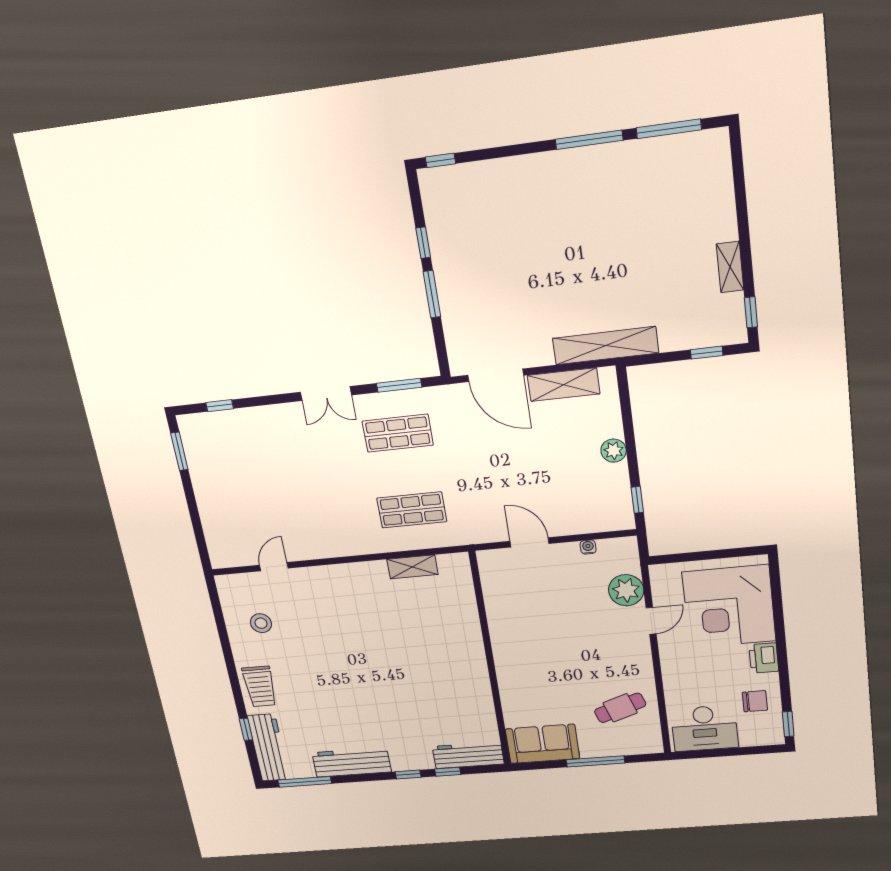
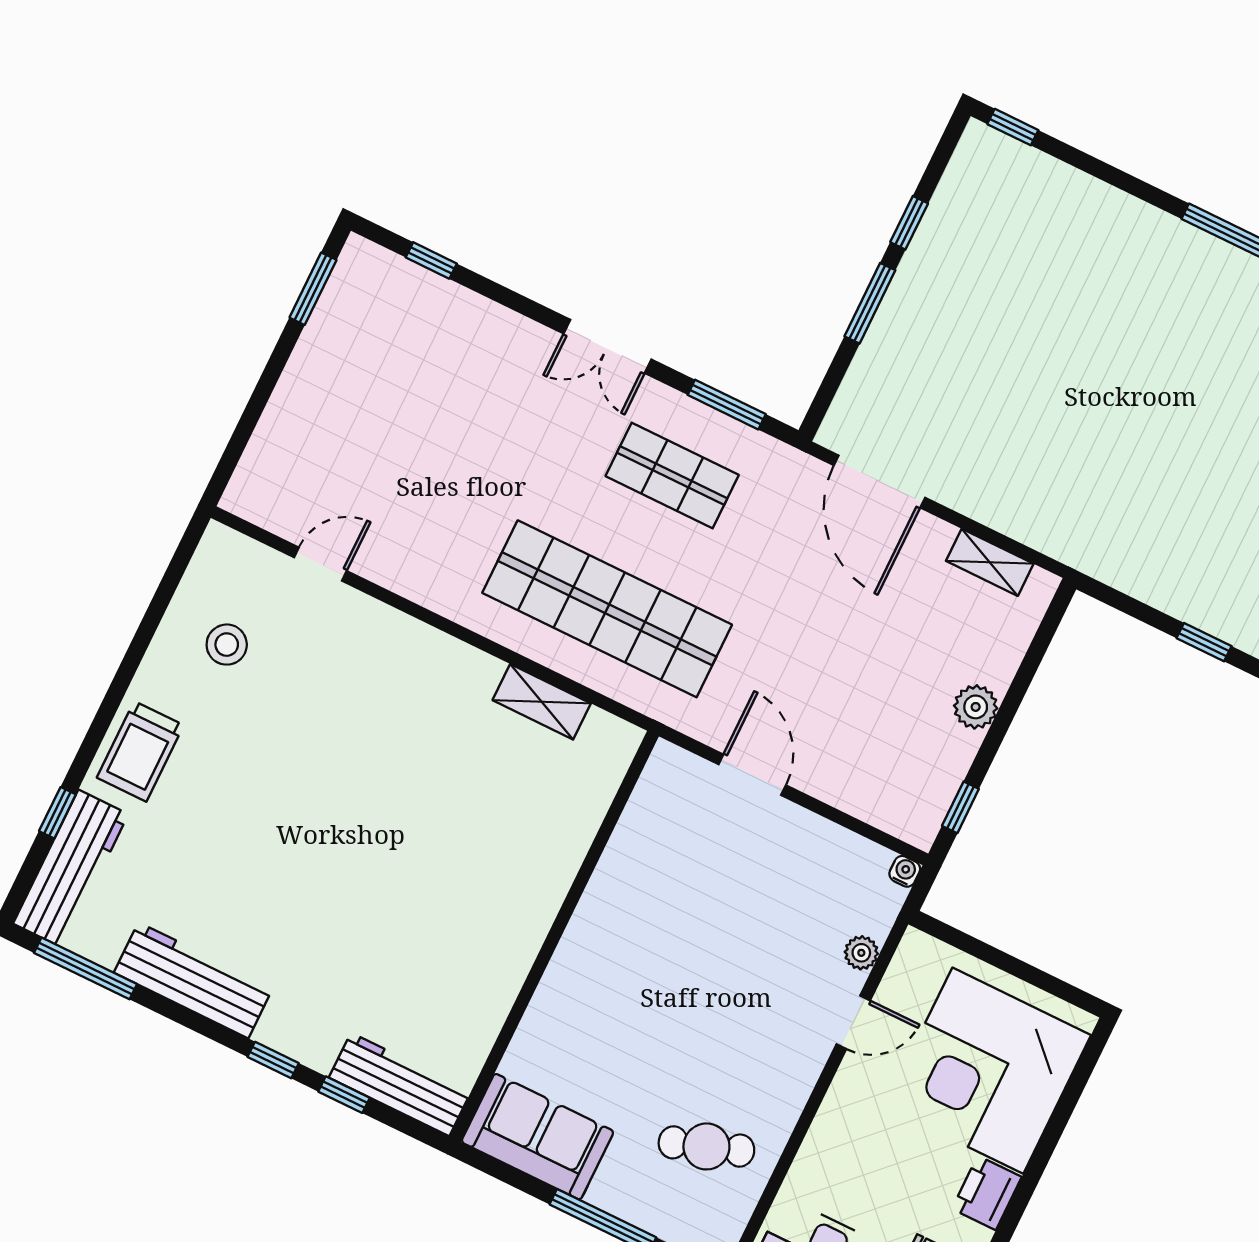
shelving: (606, 346) -> (1068, 539), removed
shelving: (564, 385) -> (990, 562), width x0.67, depth x0.75
shop shelf: (412, 510) -> (607, 609), width x2.00, depth x1.36
water cooler: (588, 547) -> (905, 871), moved
plant: (626, 590) -> (861, 953), width x0.53, depth x0.53

